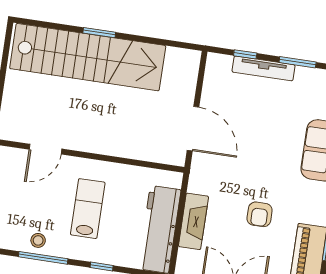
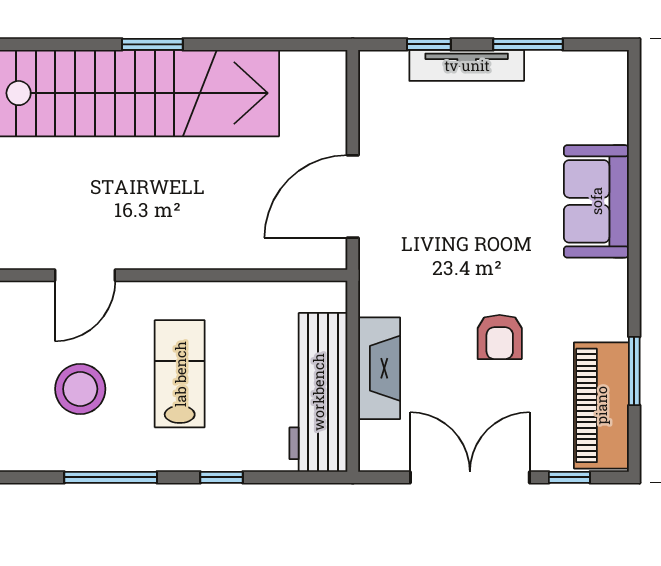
door: (193, 129) -> (353, 197), swing flipped
stool: (38, 240) -> (80, 389), moved, width x1.89, depth x1.89

